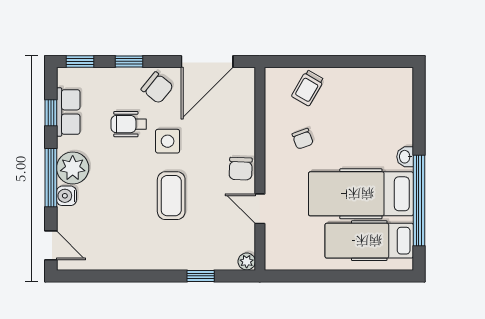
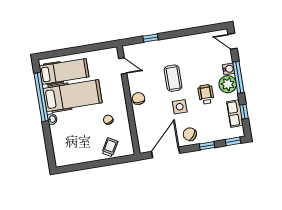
wheelchair: (129, 124) -> (206, 94), moved, turned -90
door: (260, 209) -> (123, 66), moved
plant: (247, 261) -> (127, 50), removed

